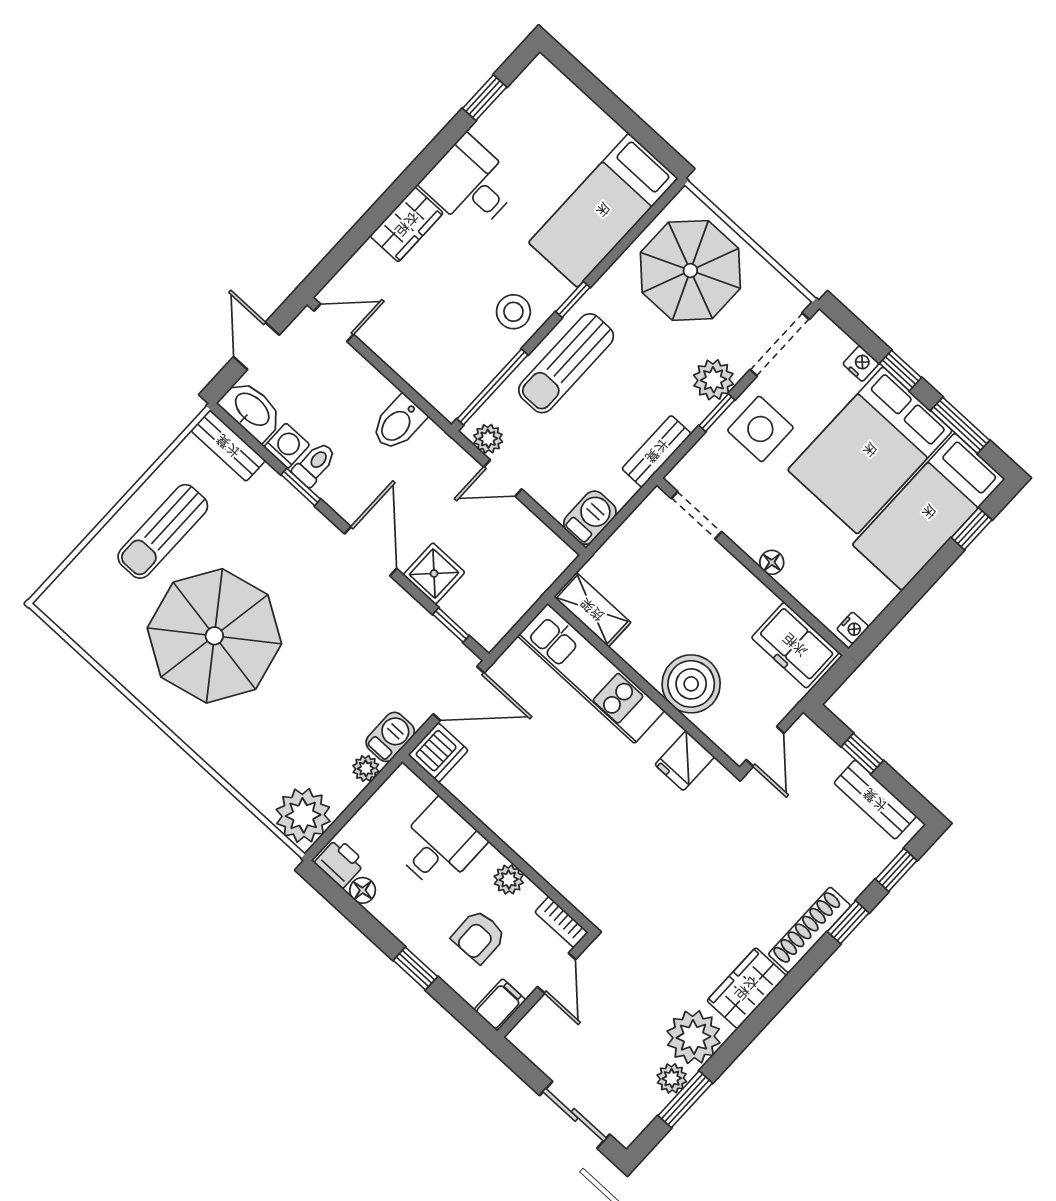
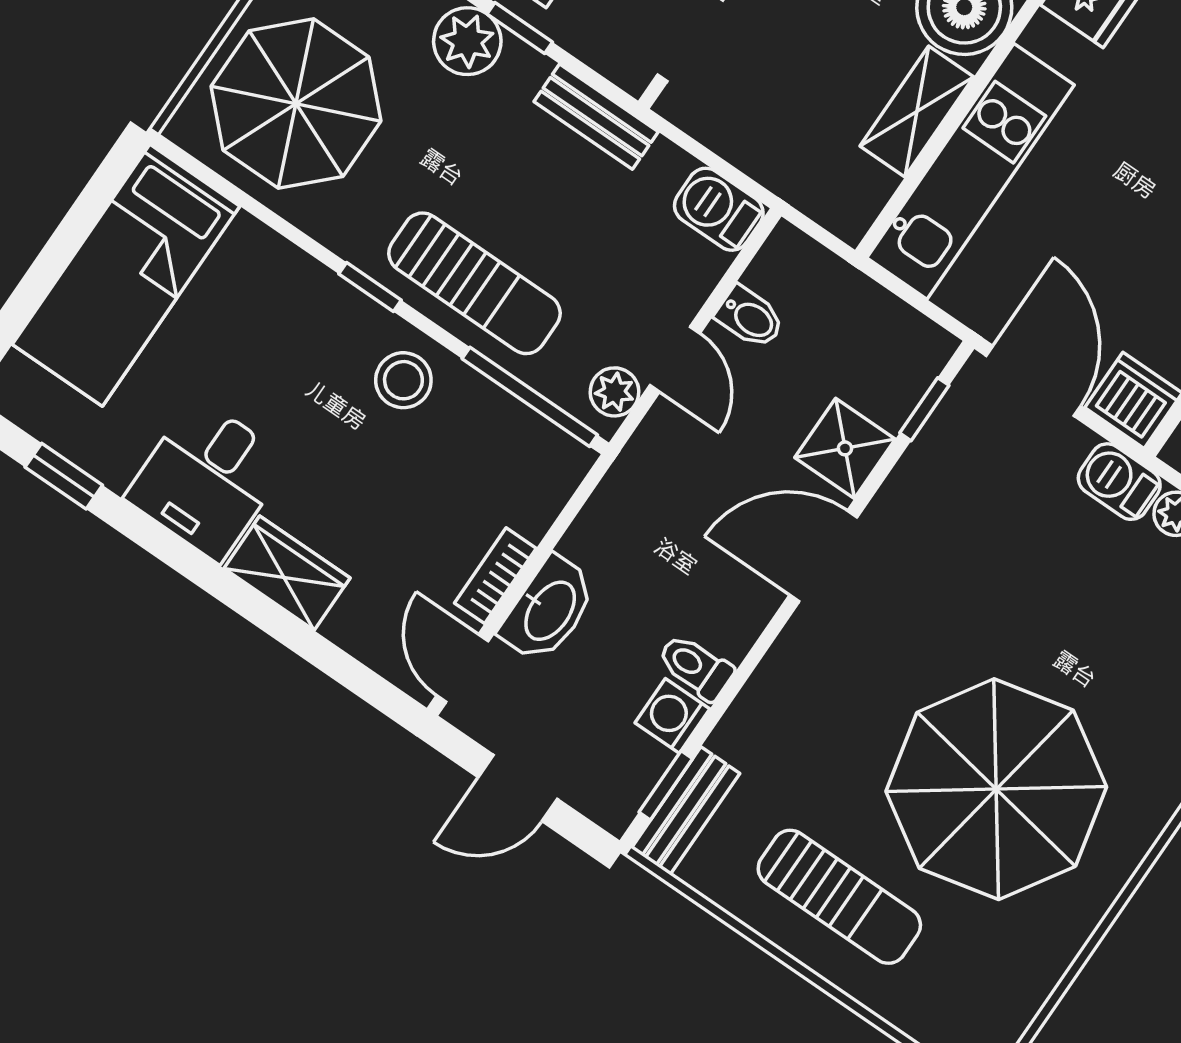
bed: (603, 210) -> (126, 275), moved, turned 90
bookcase: (387, 351) -> (495, 576), added
washbasin: (251, 410) -> (549, 610), moved, turned 180
bidet: (398, 423) -> (750, 317), moved, width x0.72, depth x0.74
window: (301, 487) -> (666, 785), moved
shelving: (592, 610) -> (917, 112), moved

